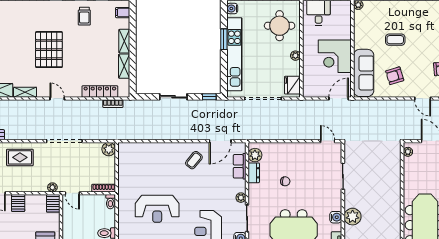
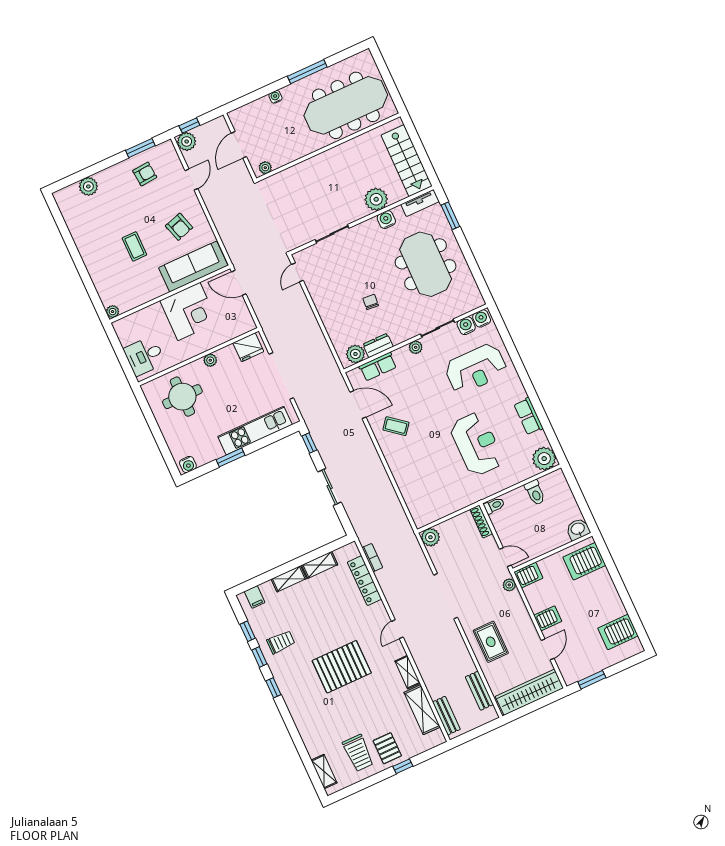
kitchen unit: (234, 54) -> (255, 431), width x0.73
door: (72, 193) -> (505, 557), hinge flipped

